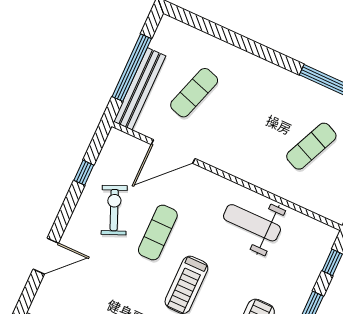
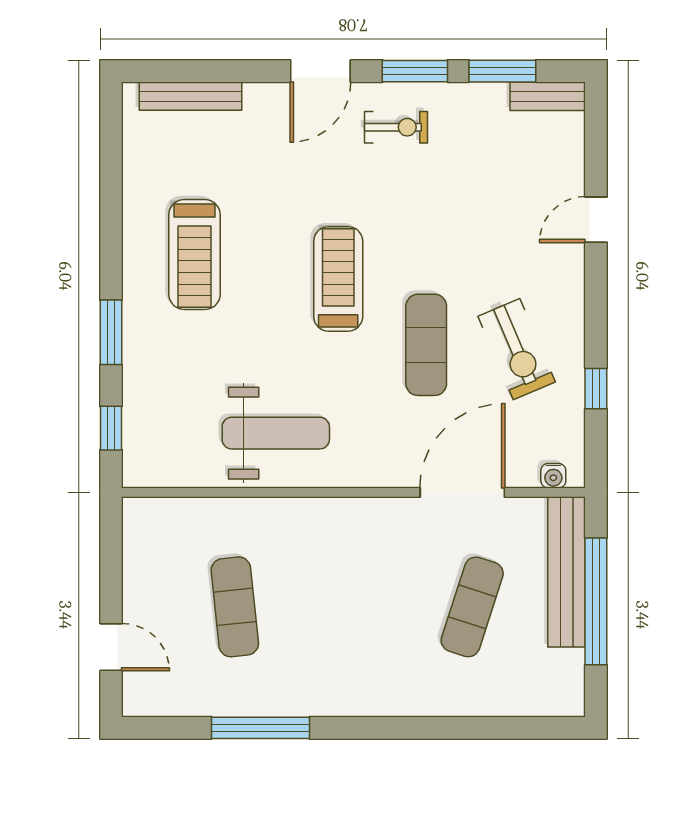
water cooler: (124, 139) -> (553, 476), added
exercise mat: (311, 146) -> (235, 607), turned -30
door: (46, 256) -> (596, 220), width x0.73

